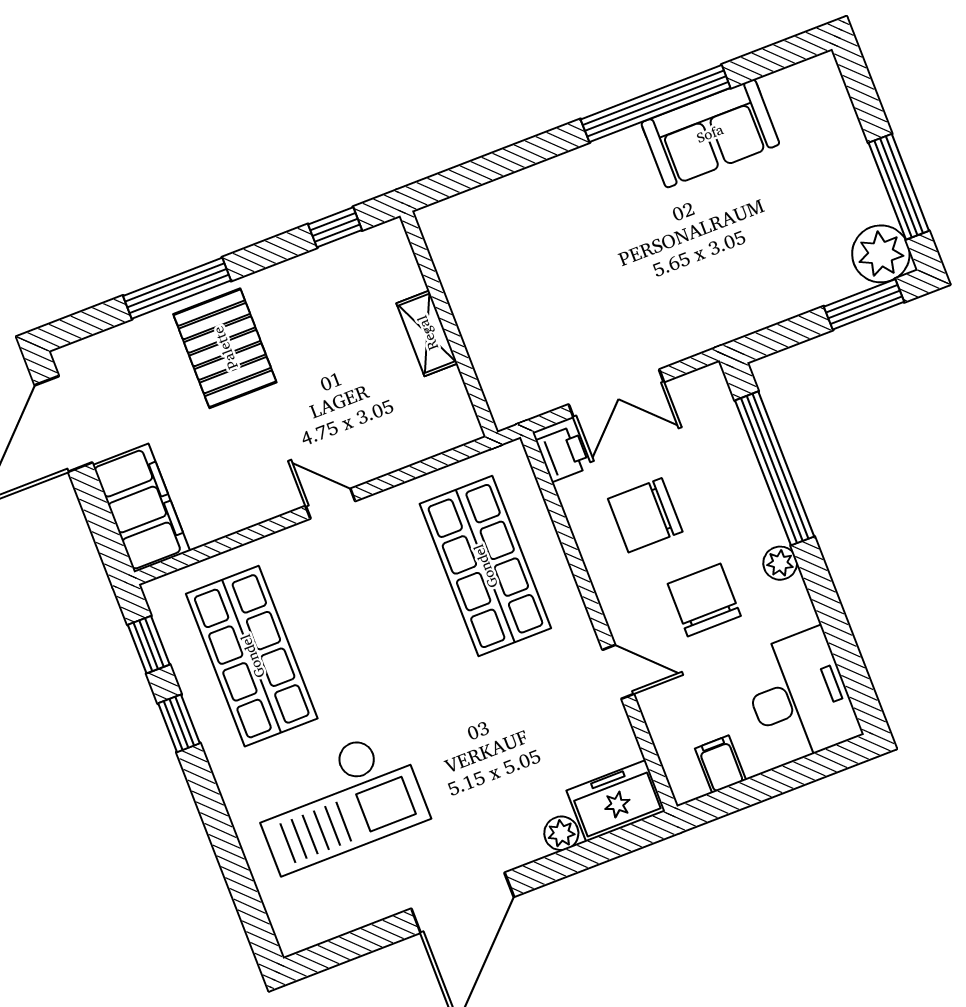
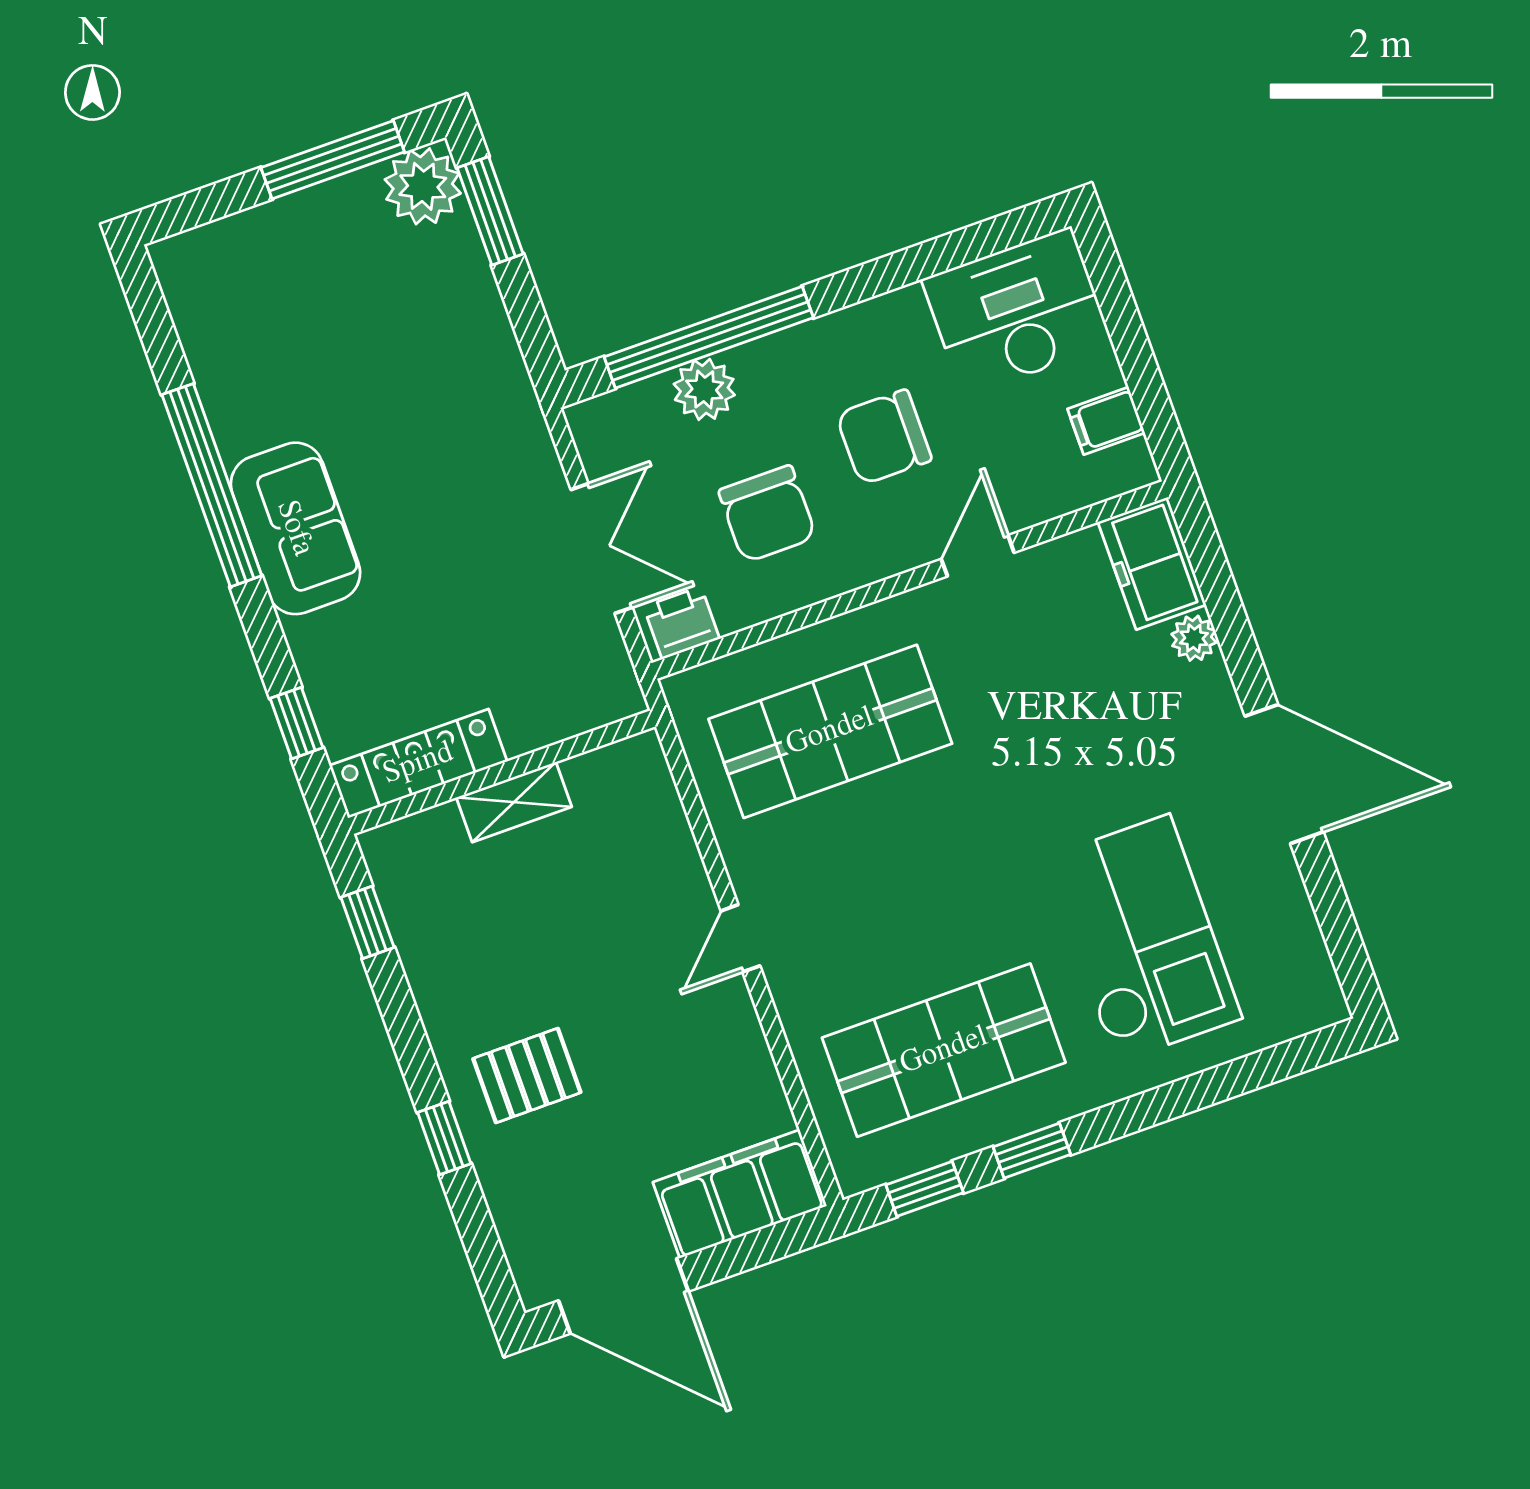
sofa: (710, 133) -> (295, 528), moved
window: (481, 171) -> (296, 723), added
locker: (454, 262) -> (418, 763), added
window: (177, 288) -> (444, 1138), width x0.46
pallet: (225, 348) -> (527, 1076), width x0.67, depth x0.71
plant: (780, 563) -> (704, 389), moved, width x1.38, depth x1.38

